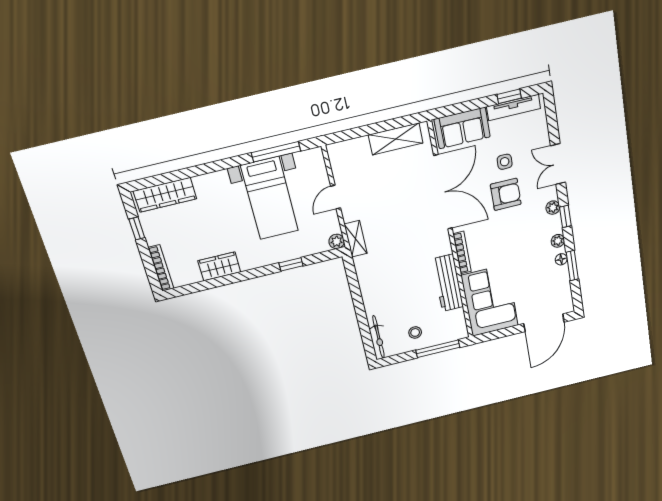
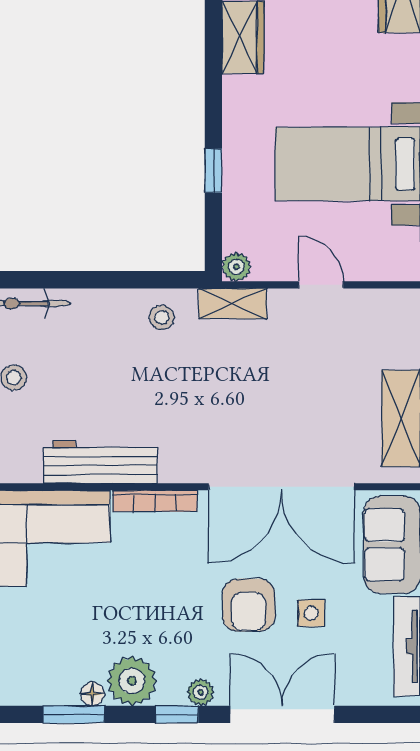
double door: (558, 164) -> (282, 714), width x1.37
plant: (558, 241) -> (132, 681), width x1.87, depth x1.87
stool: (370, 271) -> (162, 317), added

